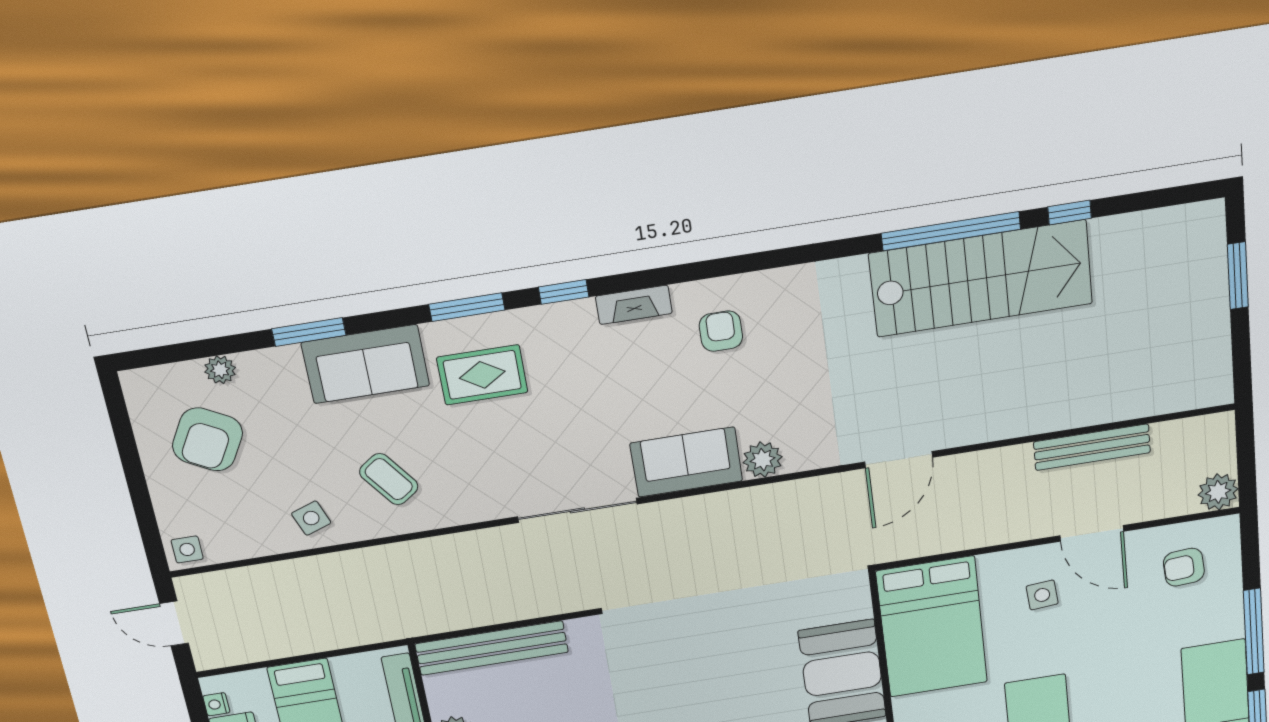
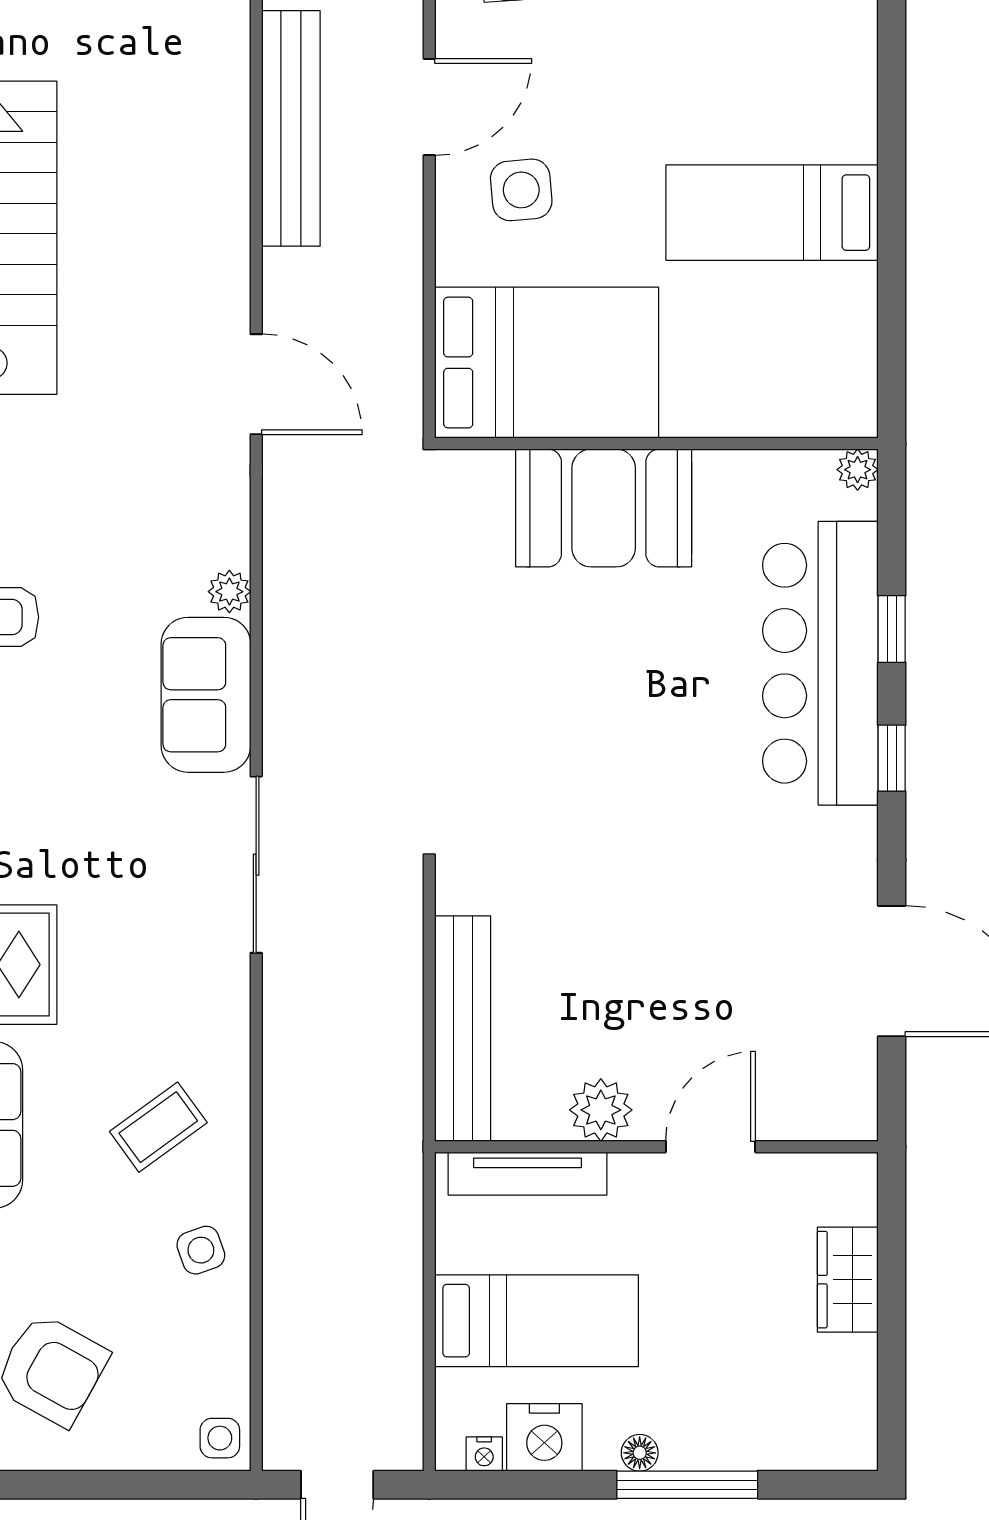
bench: (1092, 447) -> (291, 128), width x1.37, depth x1.21
plant: (763, 460) -> (229, 592), width x0.73, depth x0.73
side table: (1042, 595) -> (521, 190), width x1.37, depth x1.37

